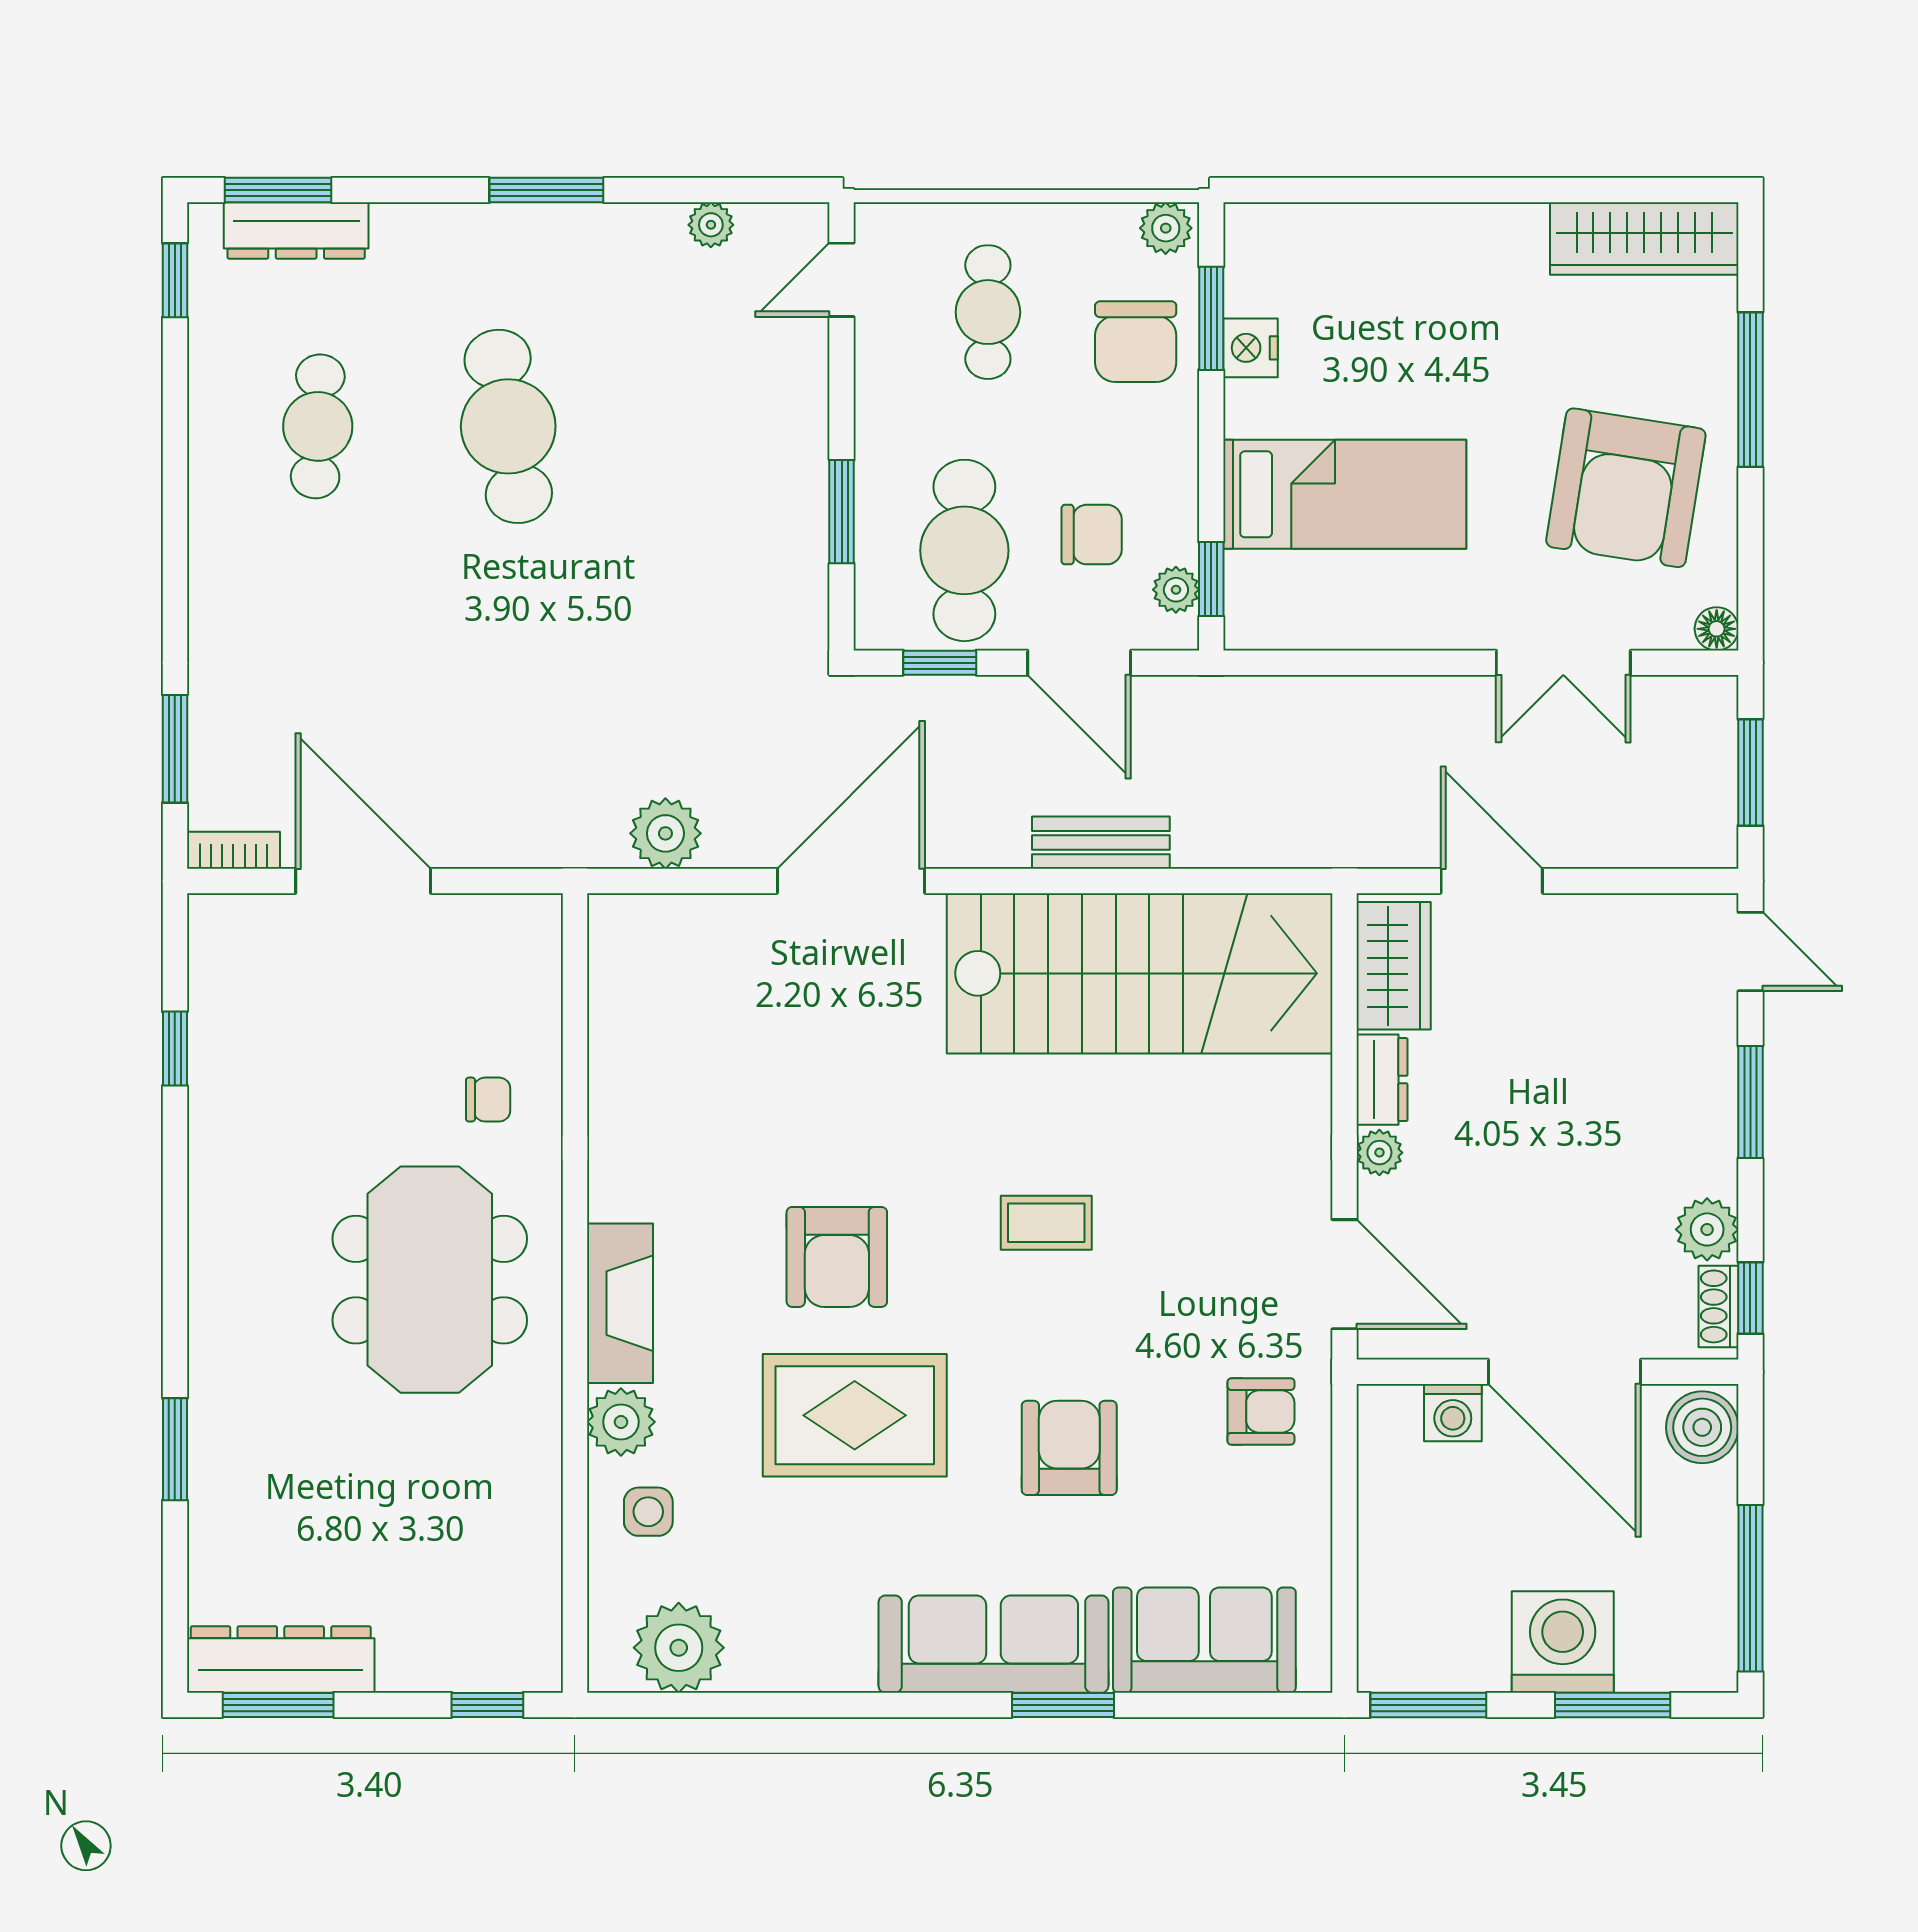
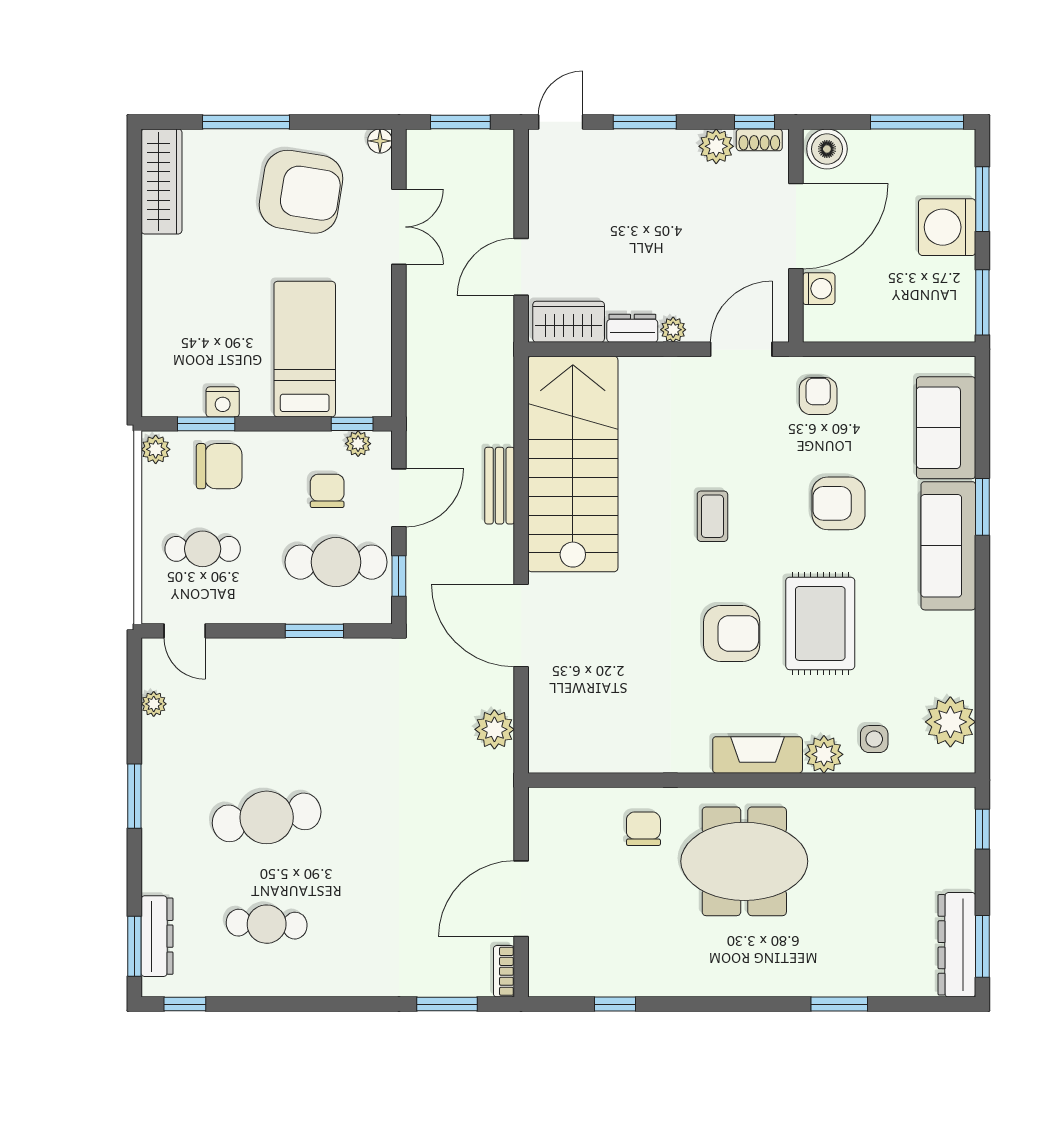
chair: (488, 1100) -> (643, 829), width x1.37, depth x1.37

